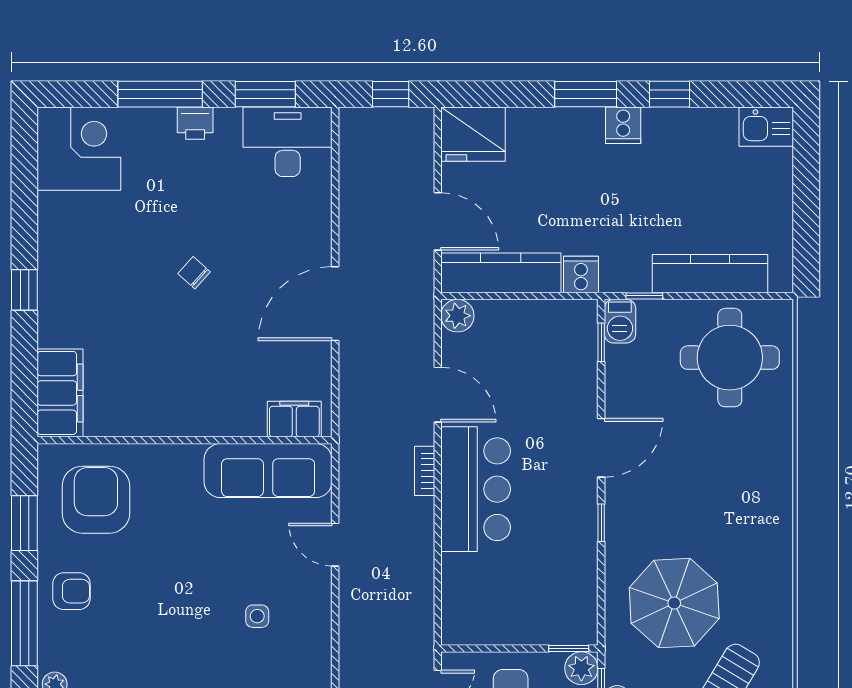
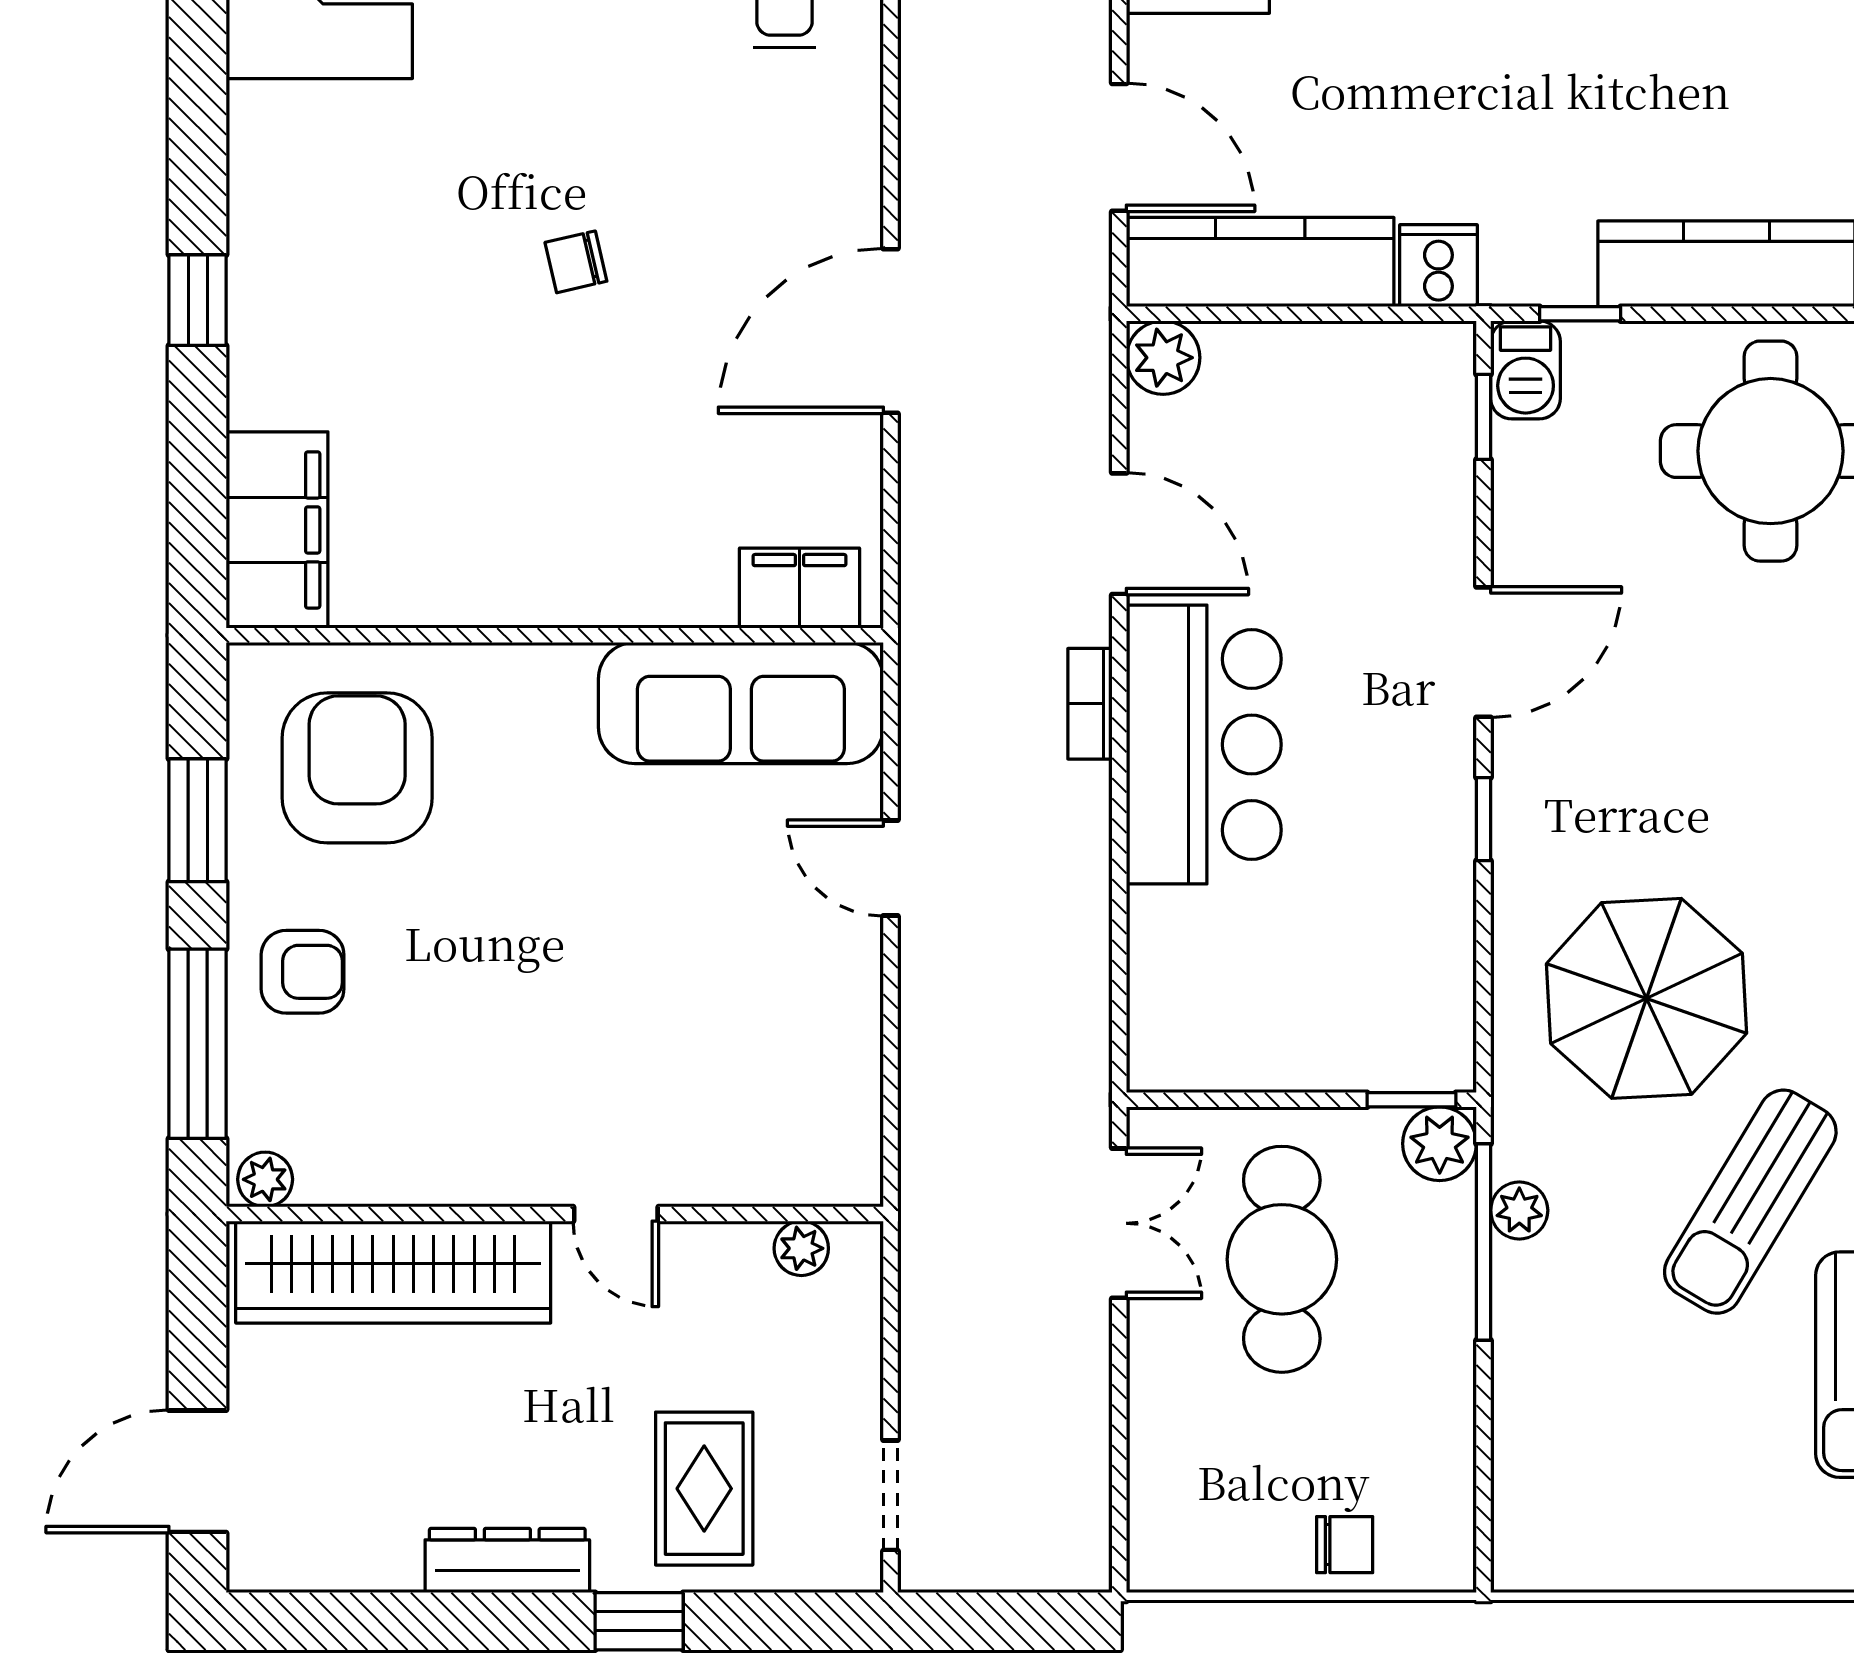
chair: (194, 273) -> (576, 262), turned -55
side table: (257, 616) -> (717, 1028), removed

